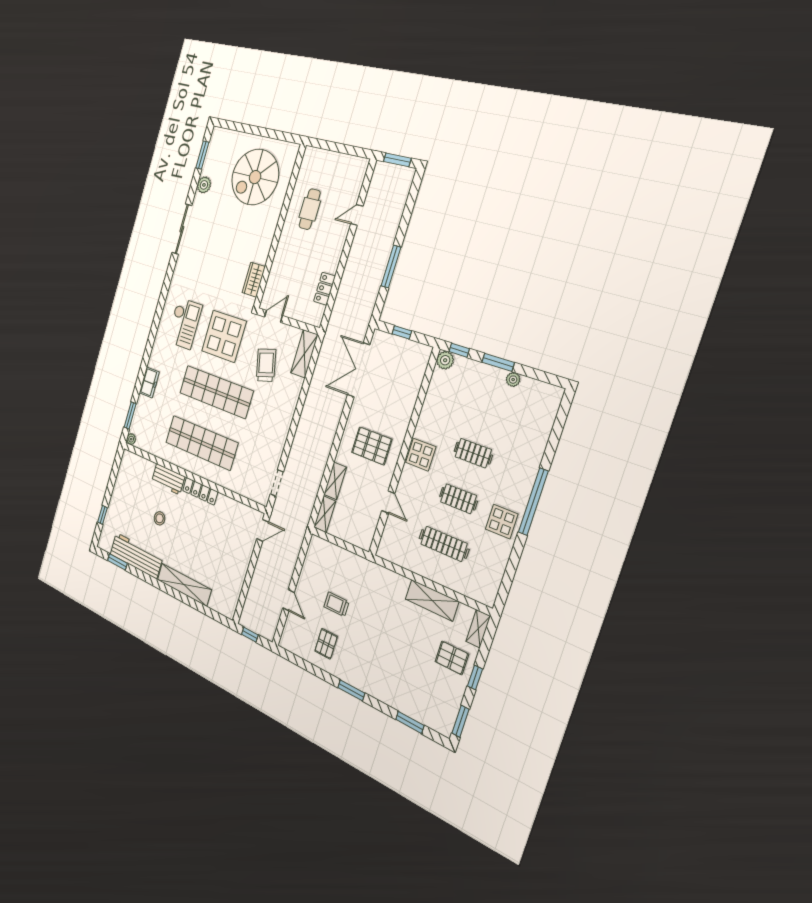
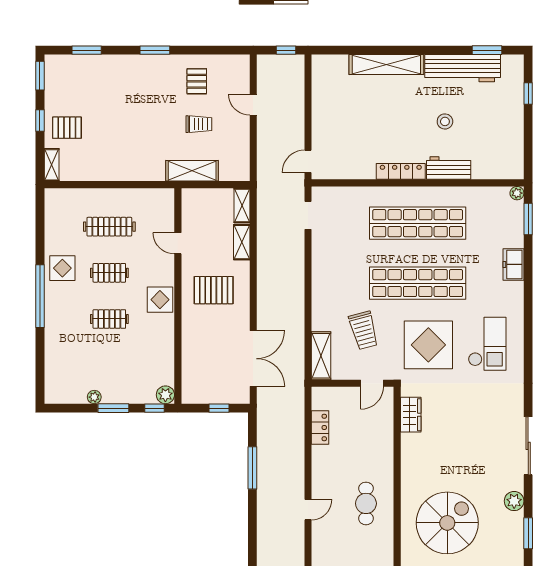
checkout: (184, 323) -> (487, 344), turned 180
shelving: (432, 600) -> (192, 171), moved

